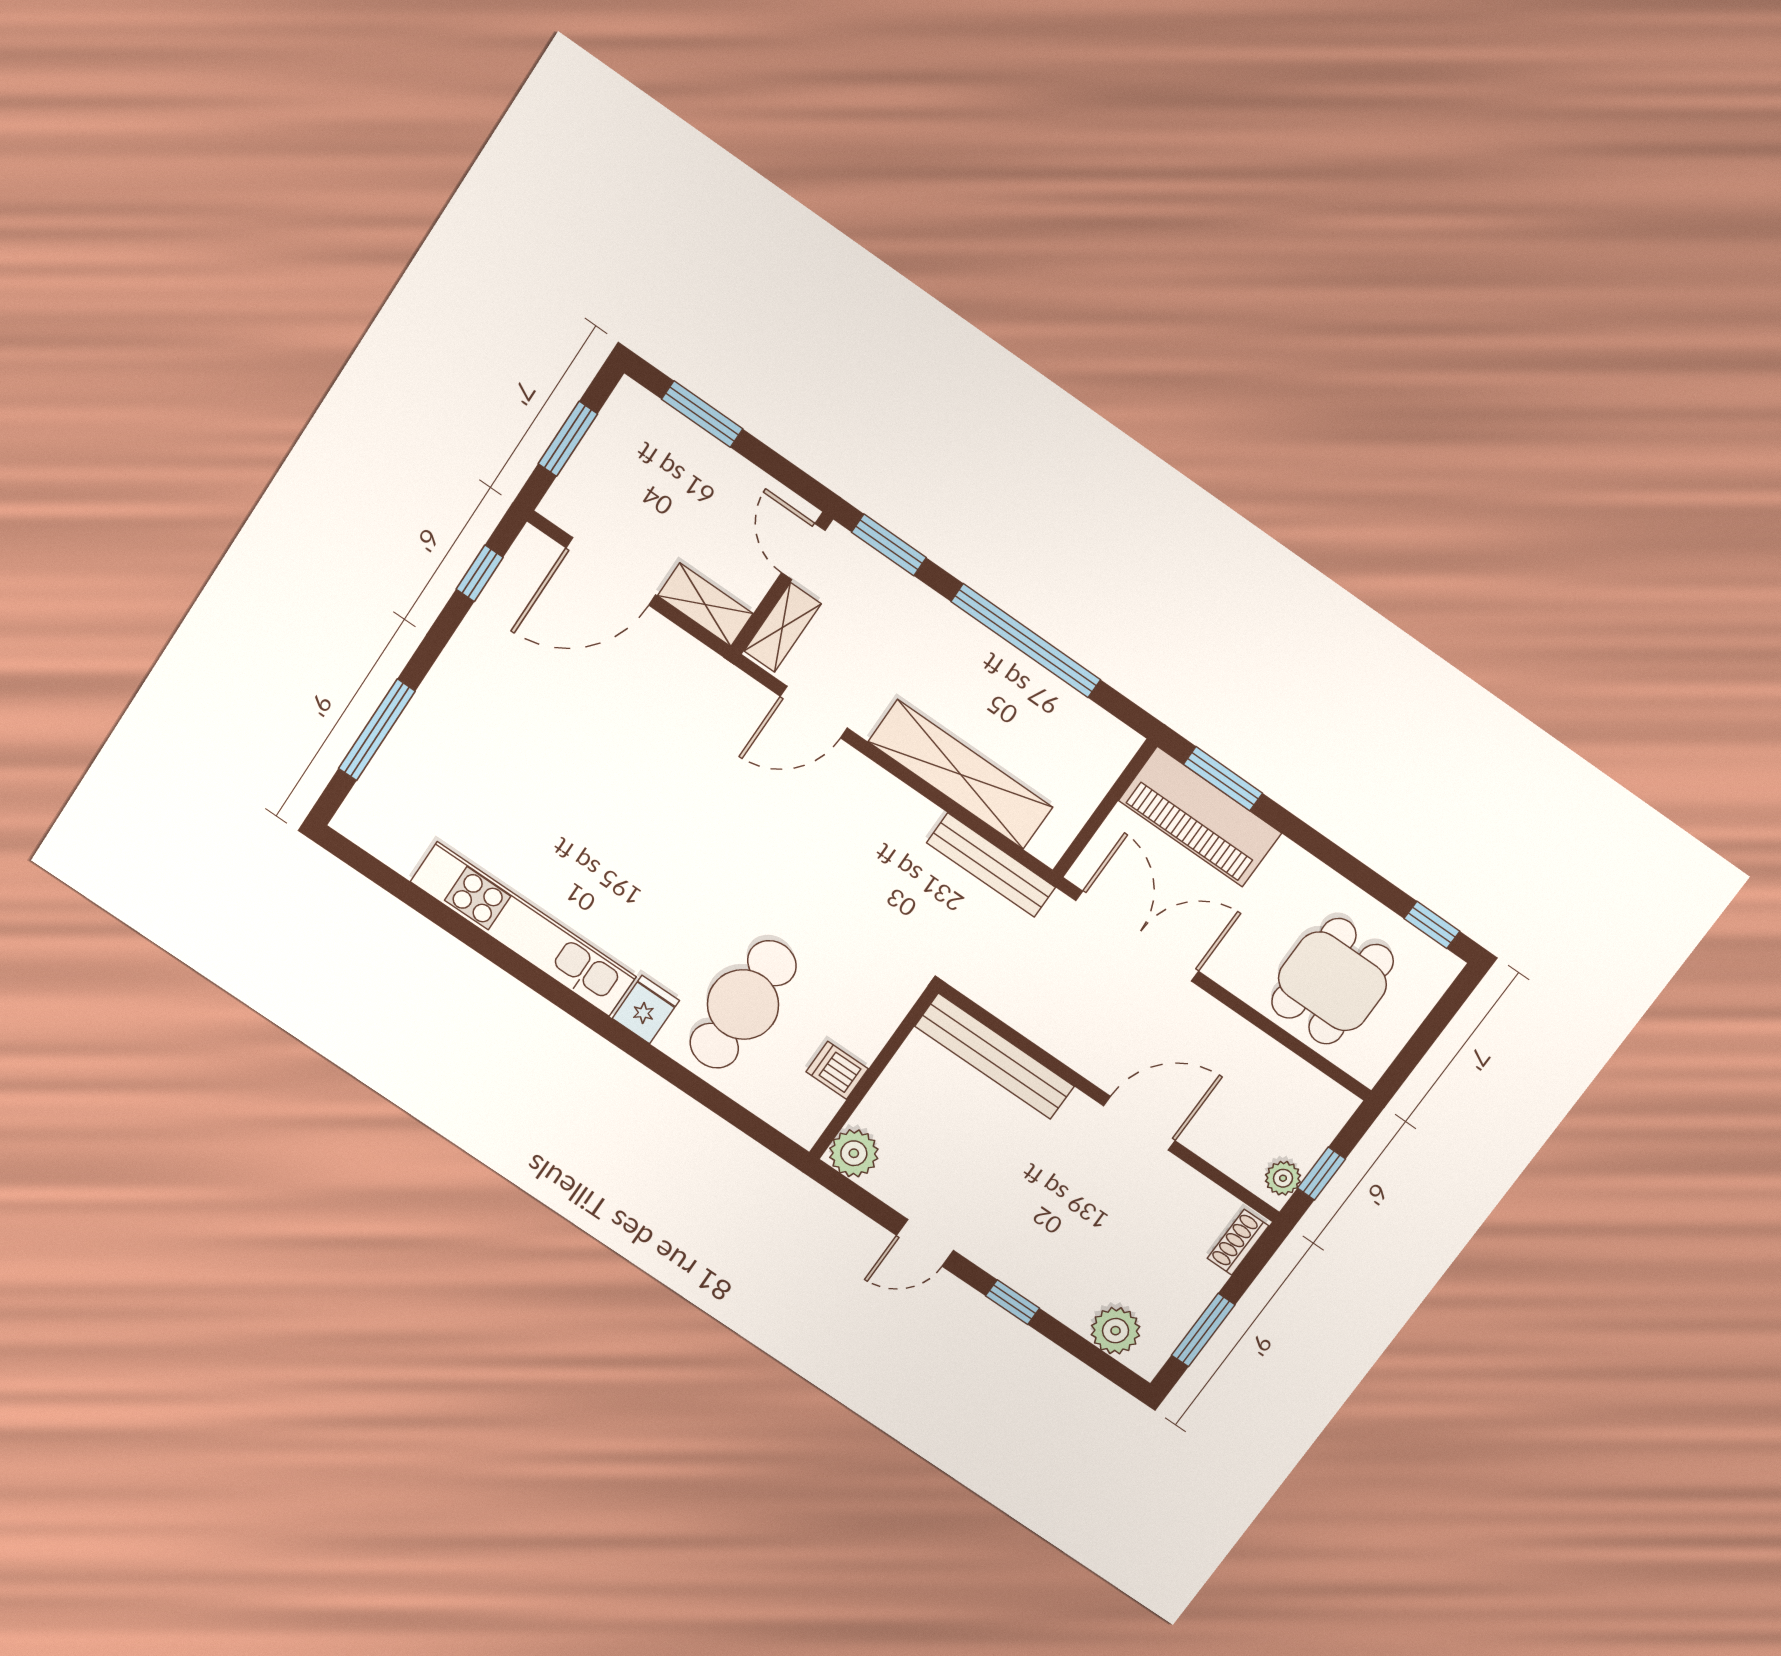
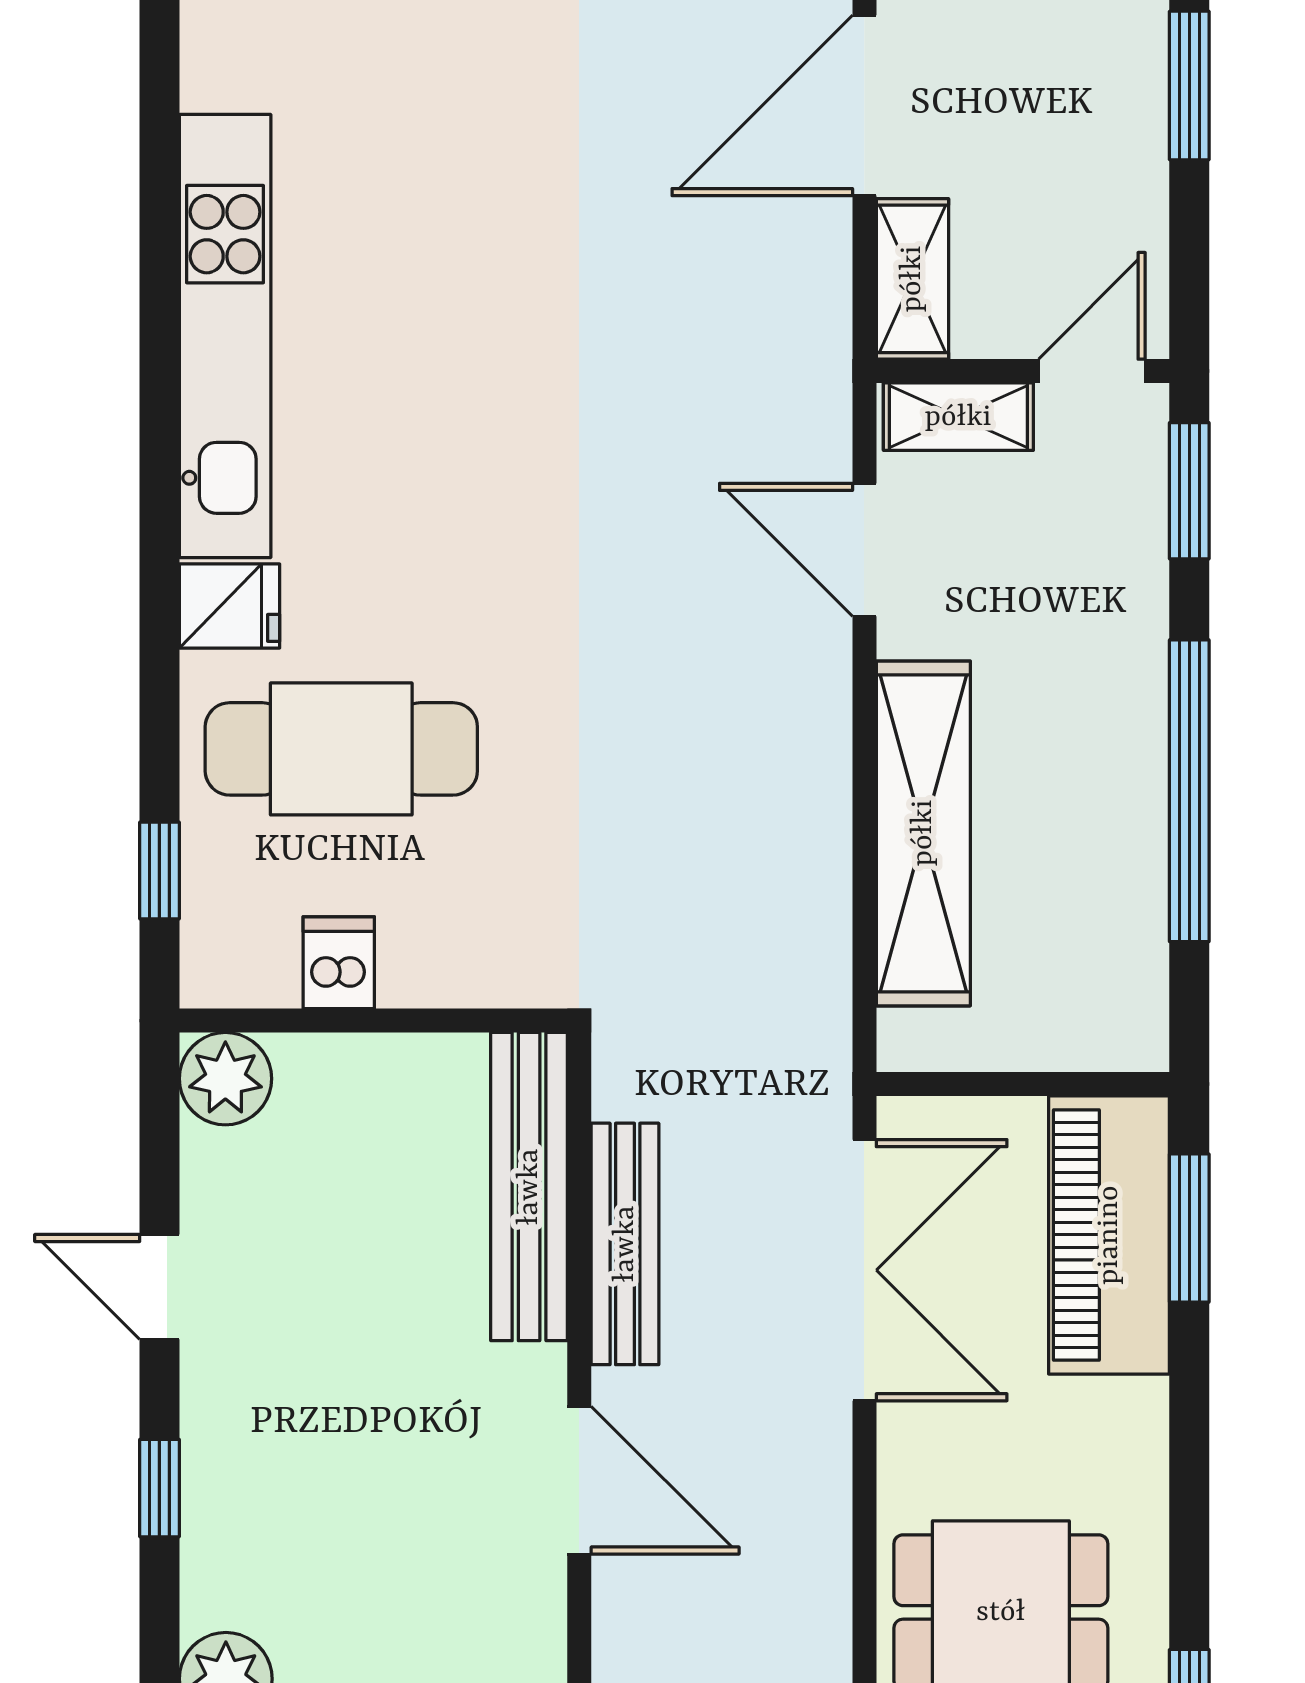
door: (611, 571) -> (864, 105), hinge flipped
bench: (991, 865) -> (625, 1244), moved
window: (742, 1119) -> (159, 870), added

